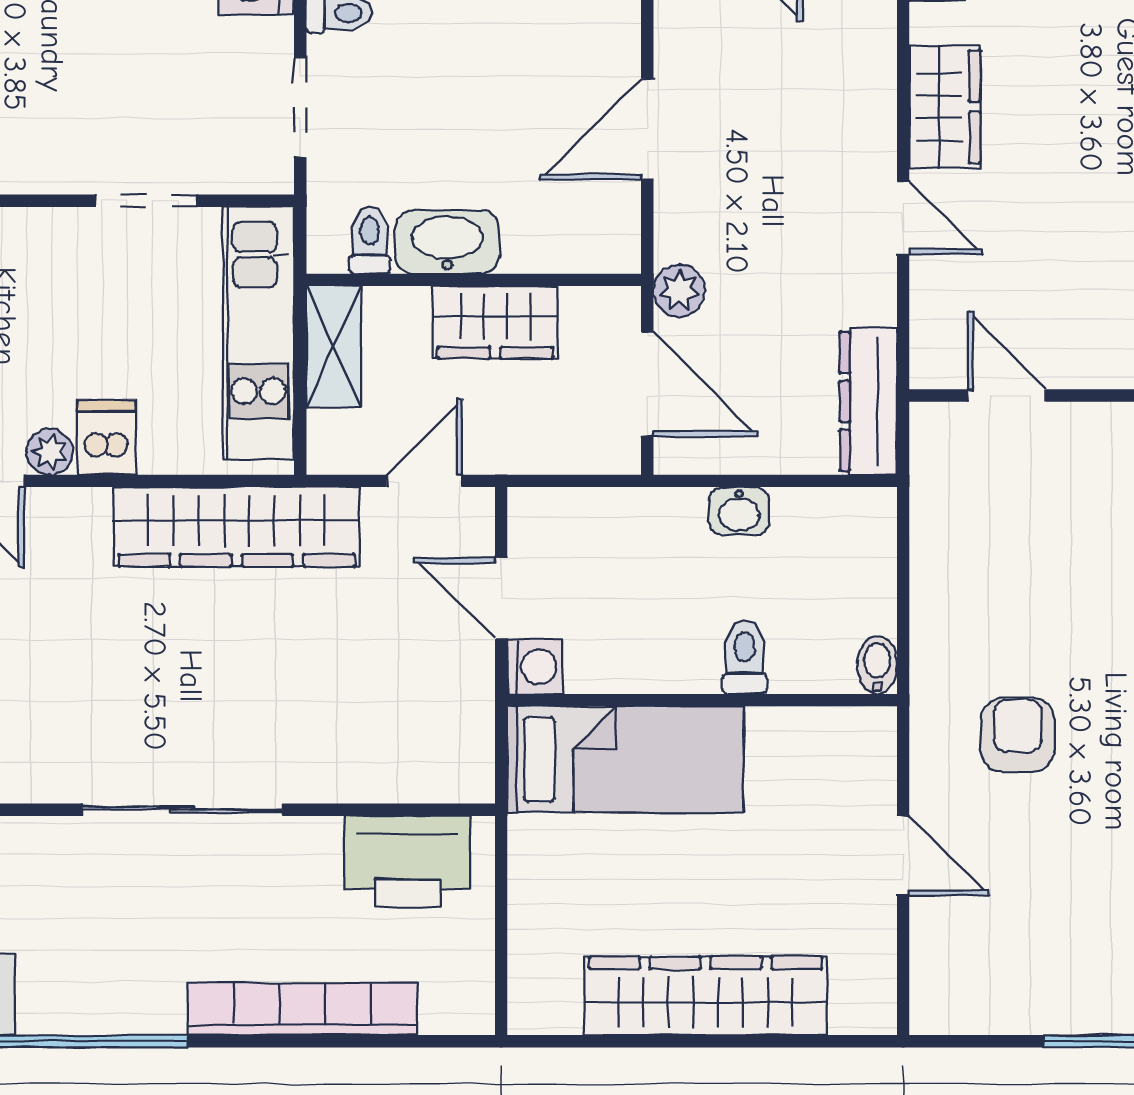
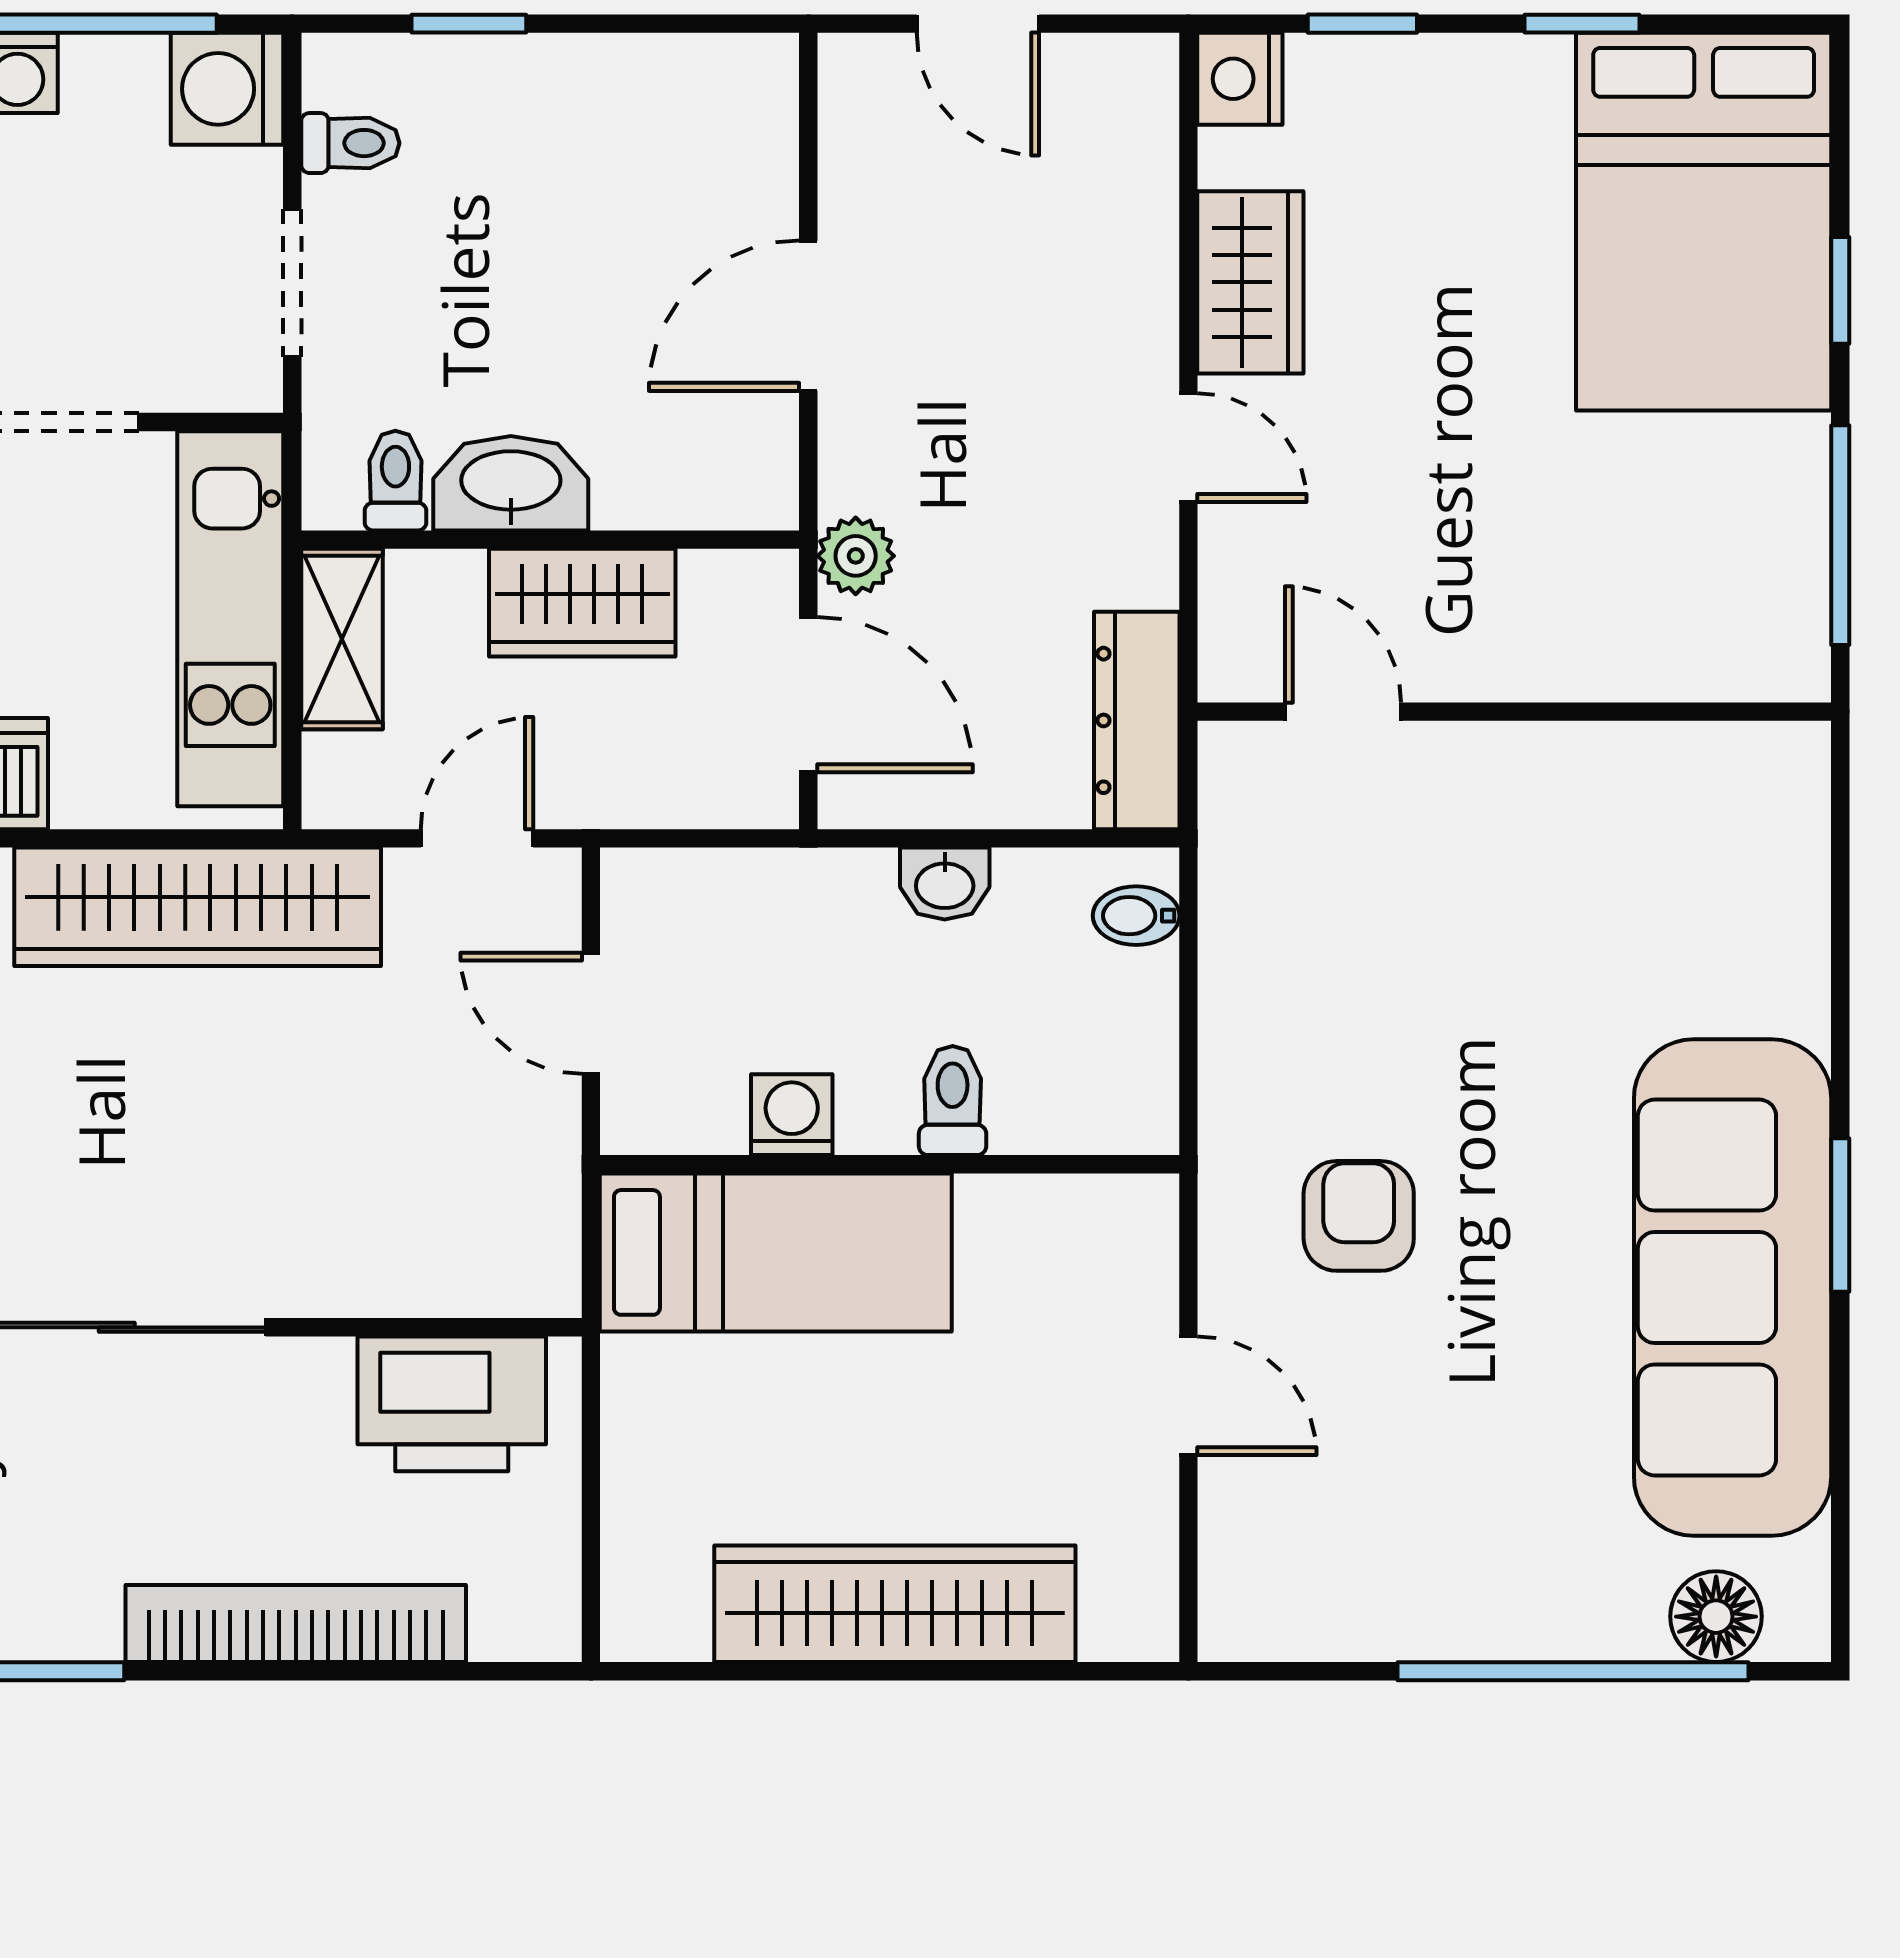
bidet: (877, 665) -> (1136, 916), moved, turned -90
washing machine: (535, 667) -> (792, 1115), moved, turned -90

